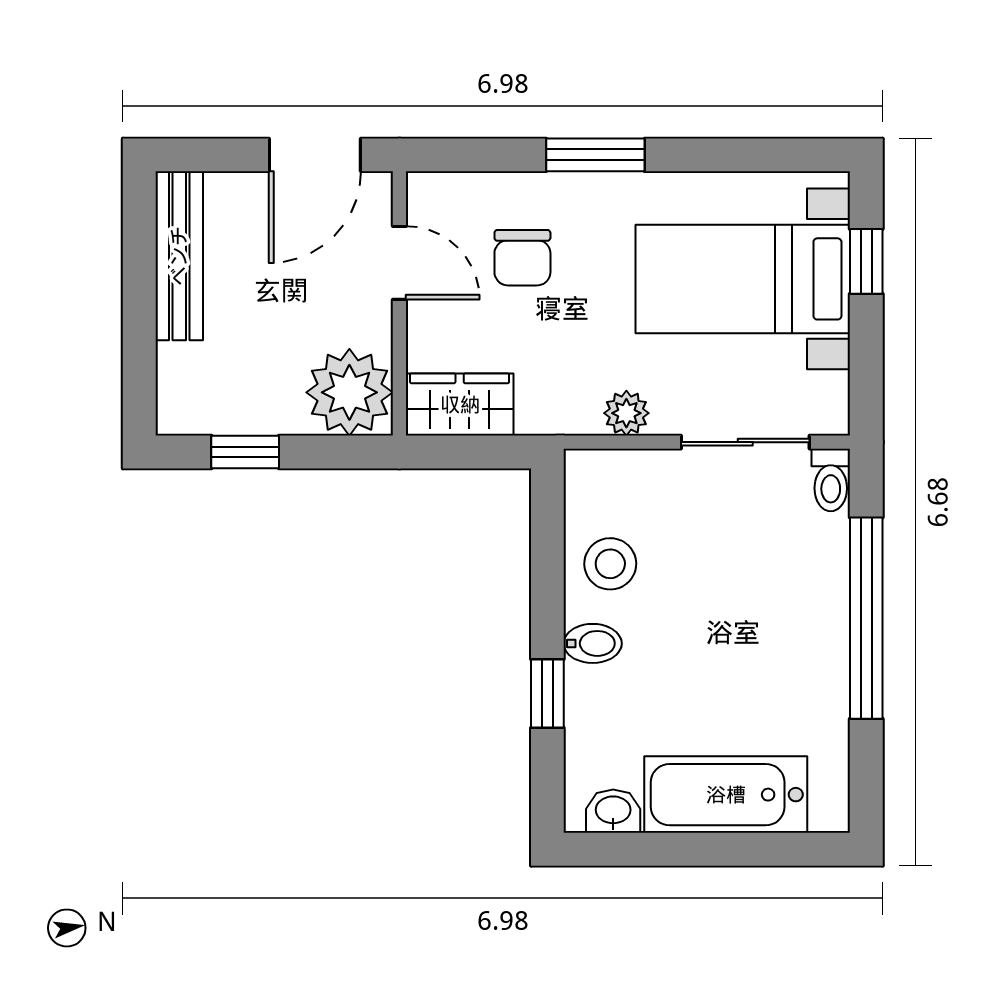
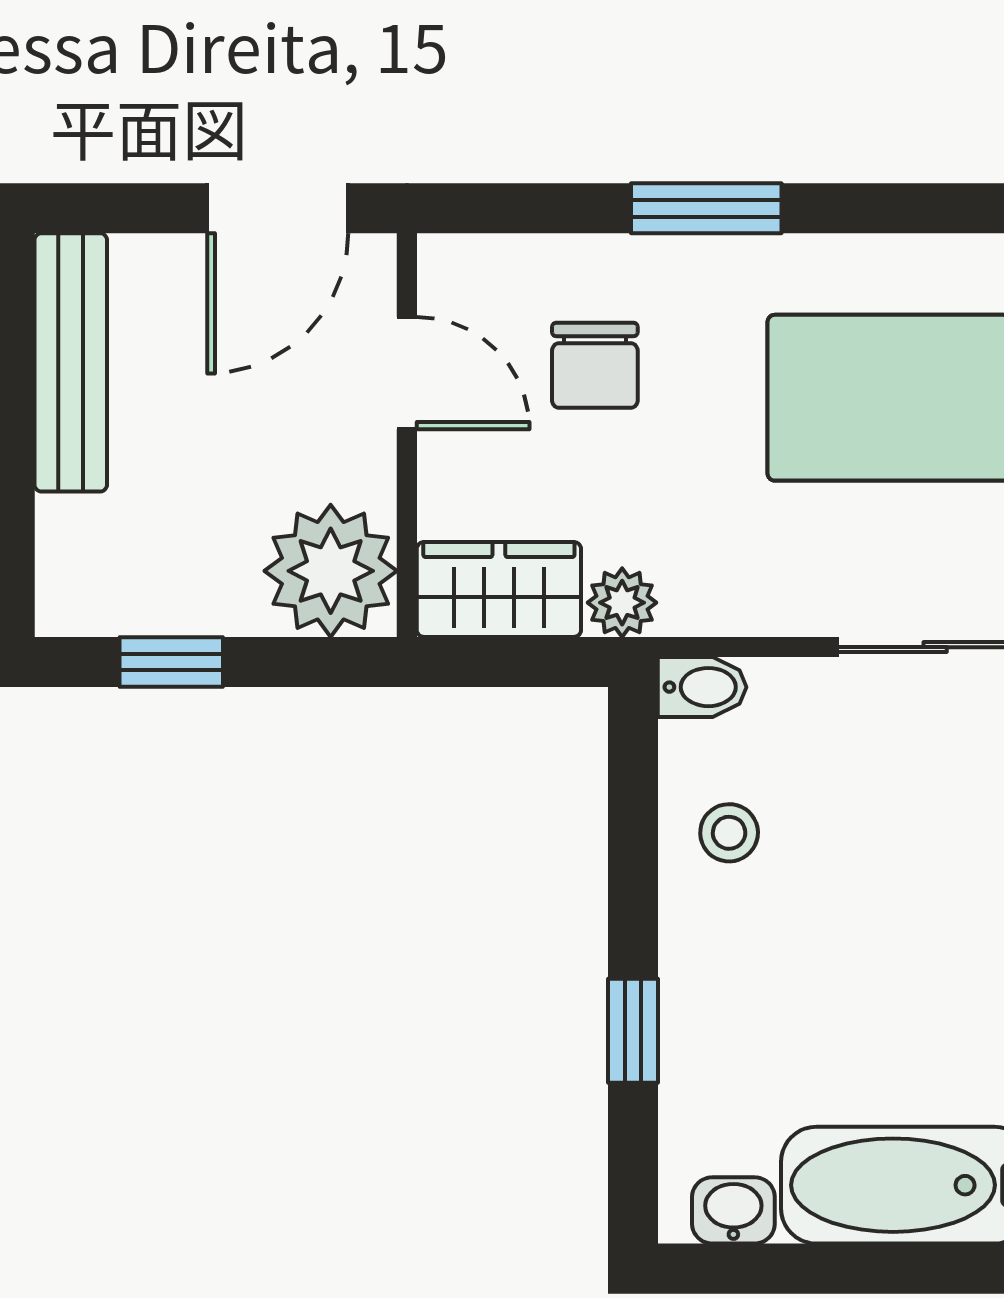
plant: (626, 413) -> (622, 603), moved
stool: (610, 564) -> (729, 833), width x0.73, depth x0.73
bidet: (593, 643) -> (702, 687), moved

